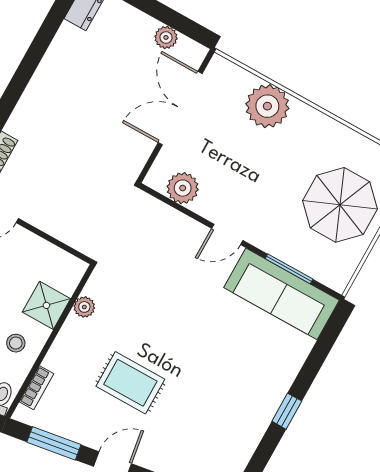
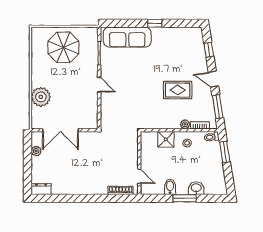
plant: (183, 188) -> (91, 112), removed
sofa: (281, 294) -> (127, 37), moved, turned 90
plant: (84, 307) -> (185, 124), moved
rug: (130, 383) -> (178, 90), turned 90

